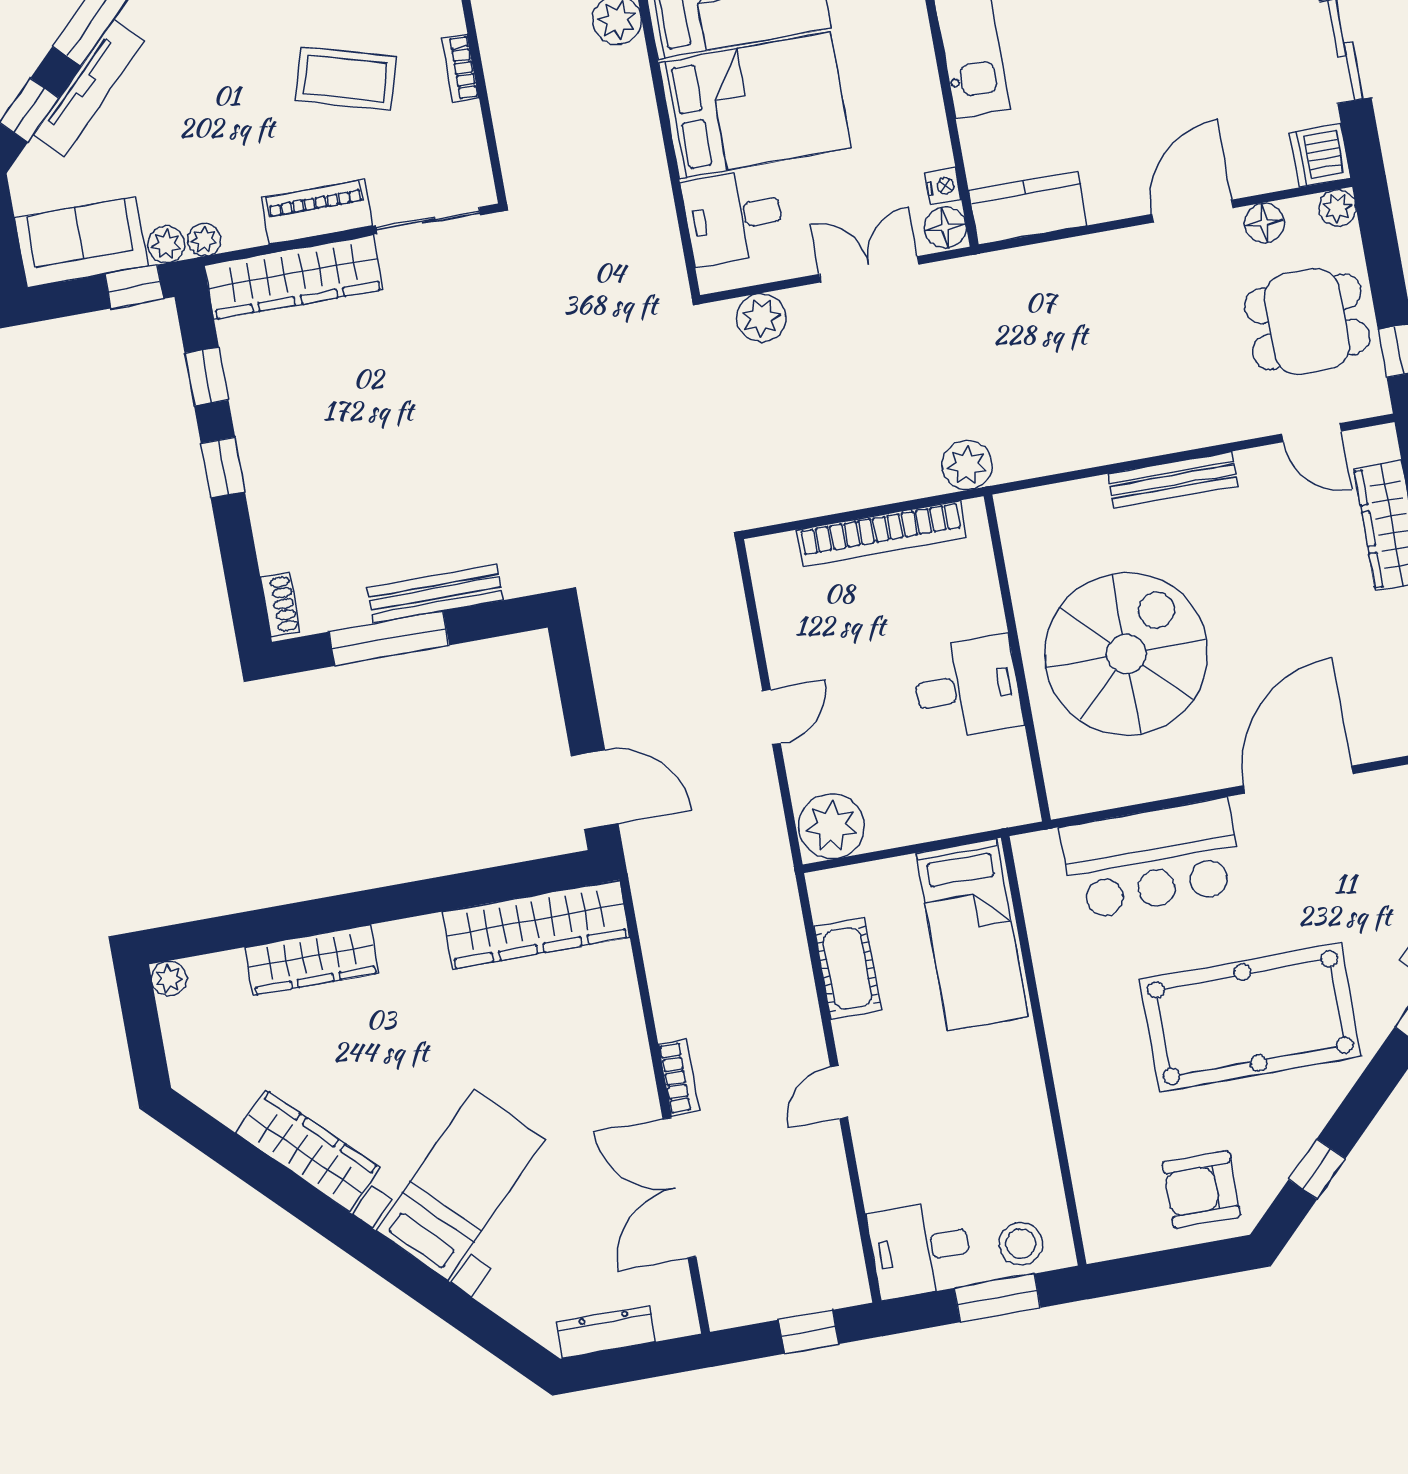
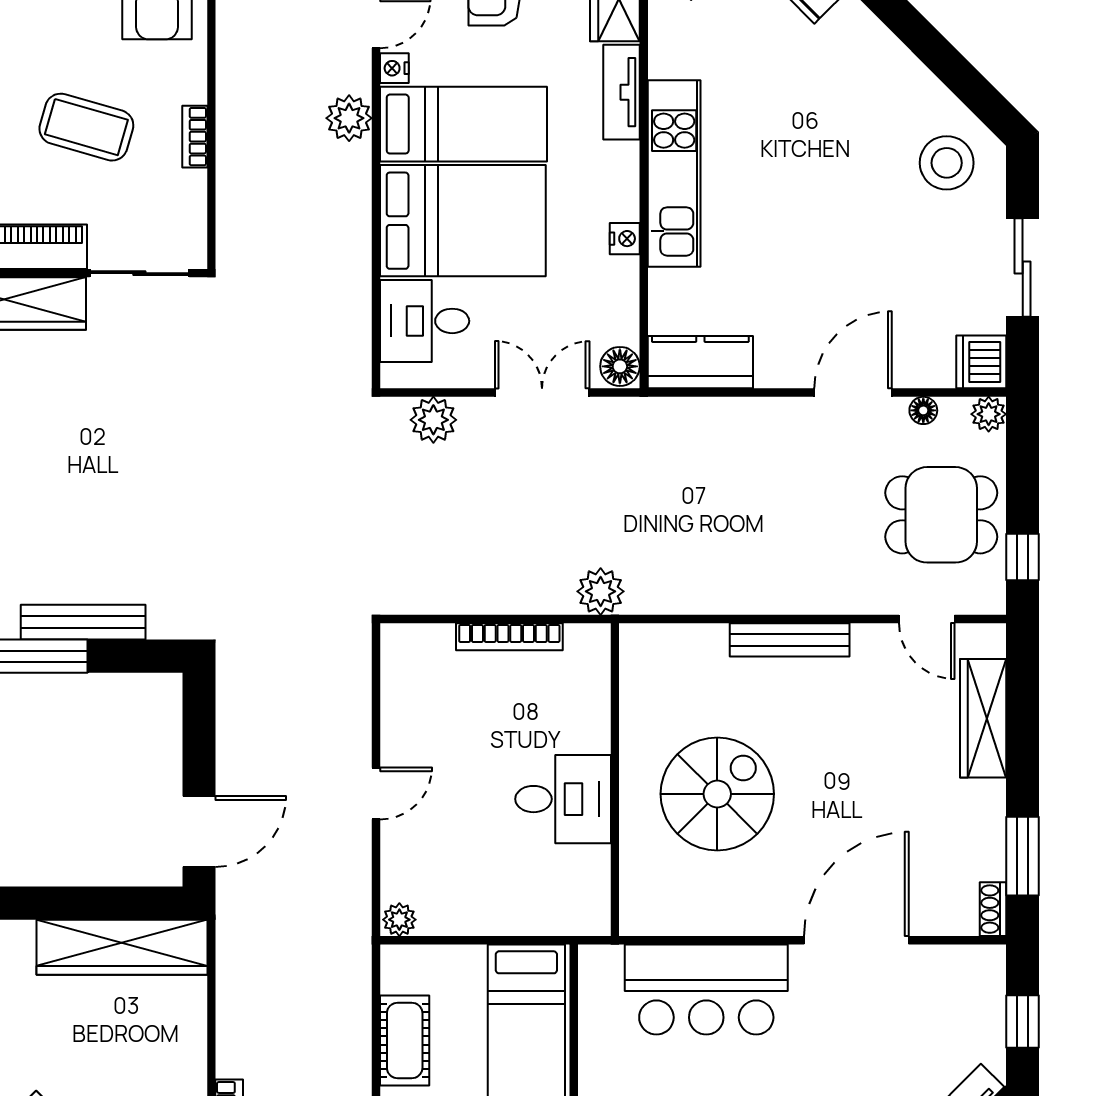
nightstand: (943, 186) -> (625, 239), moved
floor lamp: (1264, 223) -> (923, 410), width x0.73, depth x0.73
bookcase: (882, 534) -> (509, 637), width x0.68, depth x0.76
spiral stairs: (1126, 654) -> (717, 794), width x0.73, depth x0.73
door: (595, 790) -> (199, 831), hinge flipped
plant: (832, 826) -> (399, 920), width x0.53, depth x0.53

